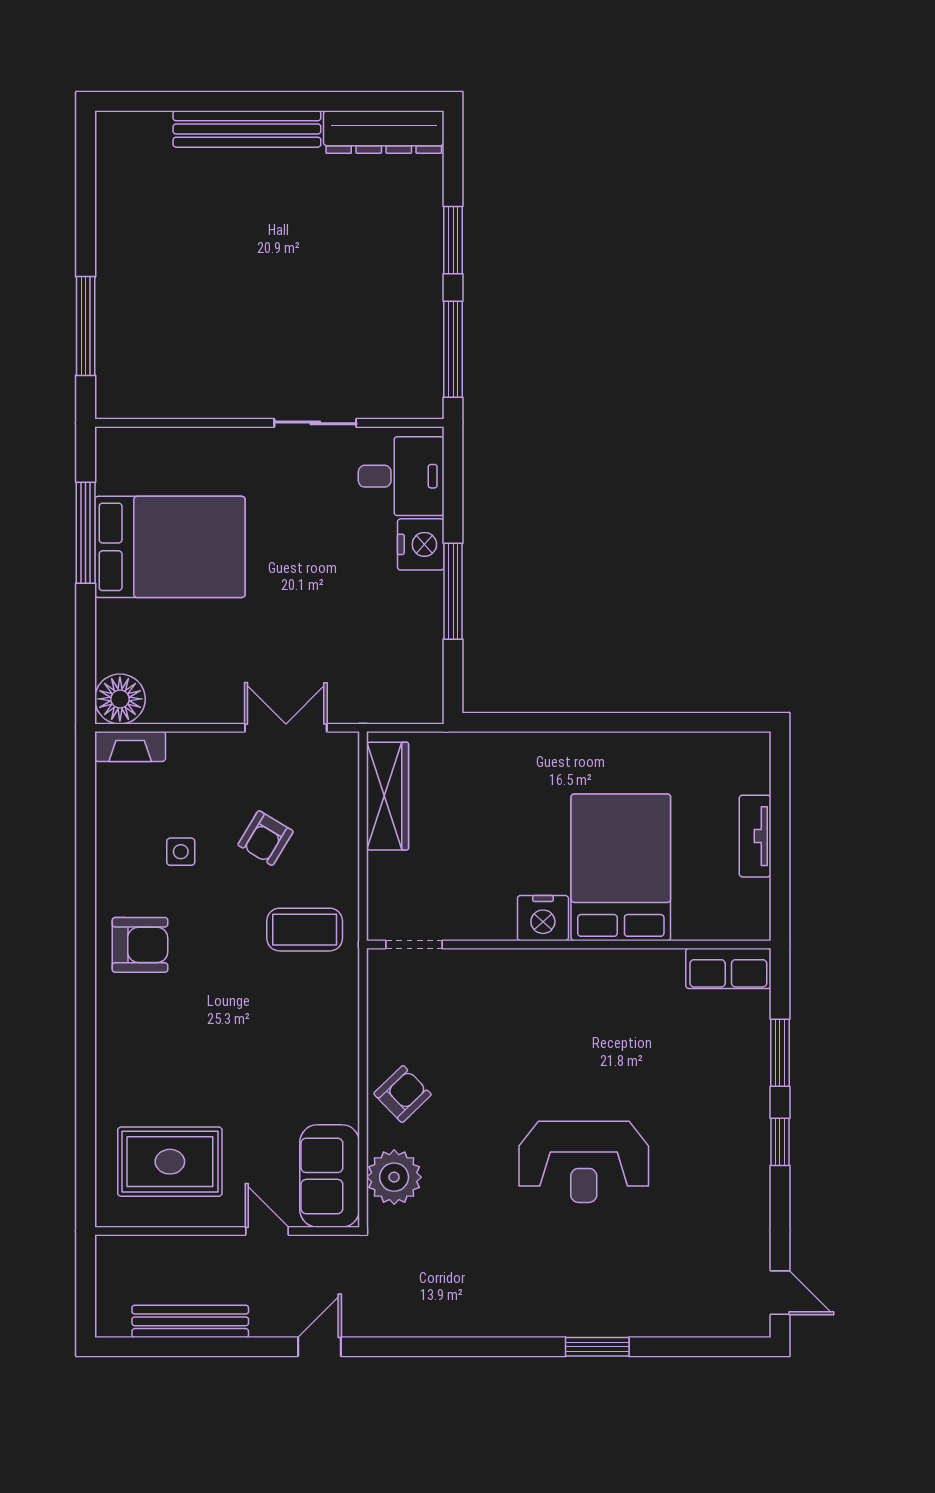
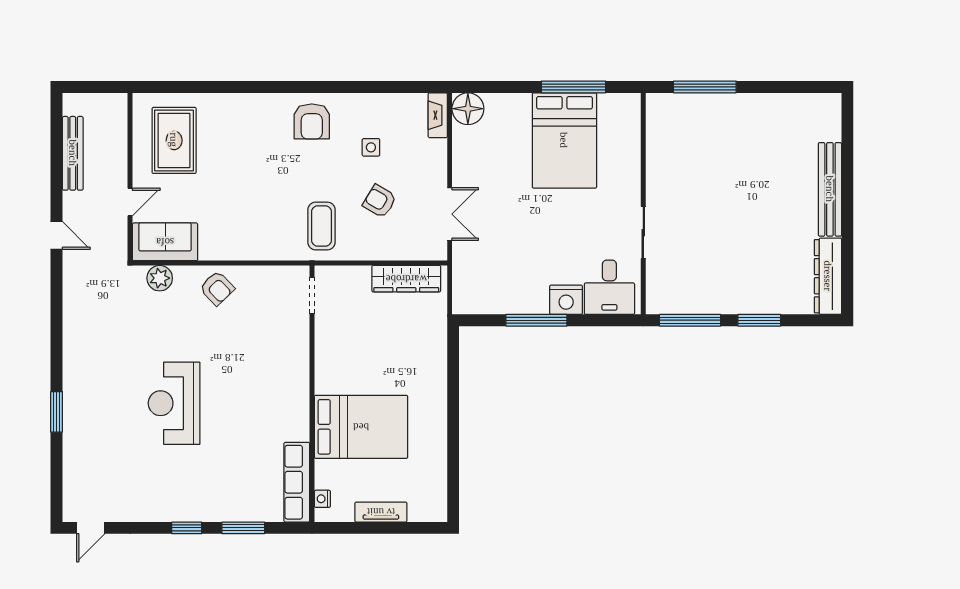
nightstand: (543, 918) -> (322, 499), moved, width x0.53, depth x0.56
row of seats: (728, 968) -> (297, 482), width x1.48
plant: (394, 1177) -> (160, 278), width x0.73, depth x0.73

